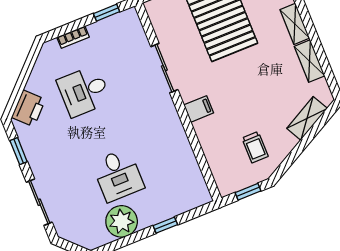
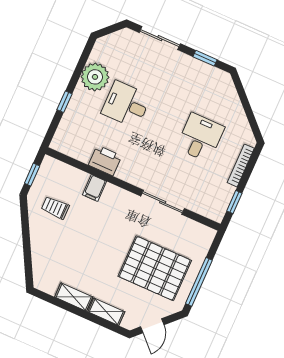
bookcase: (73, 37) -> (241, 165), width x1.56
printer: (28, 108) -> (105, 160), moved, turned 135
filing cabinet: (199, 109) -> (95, 188), moved
shelving: (307, 118) -> (40, 259), removed

